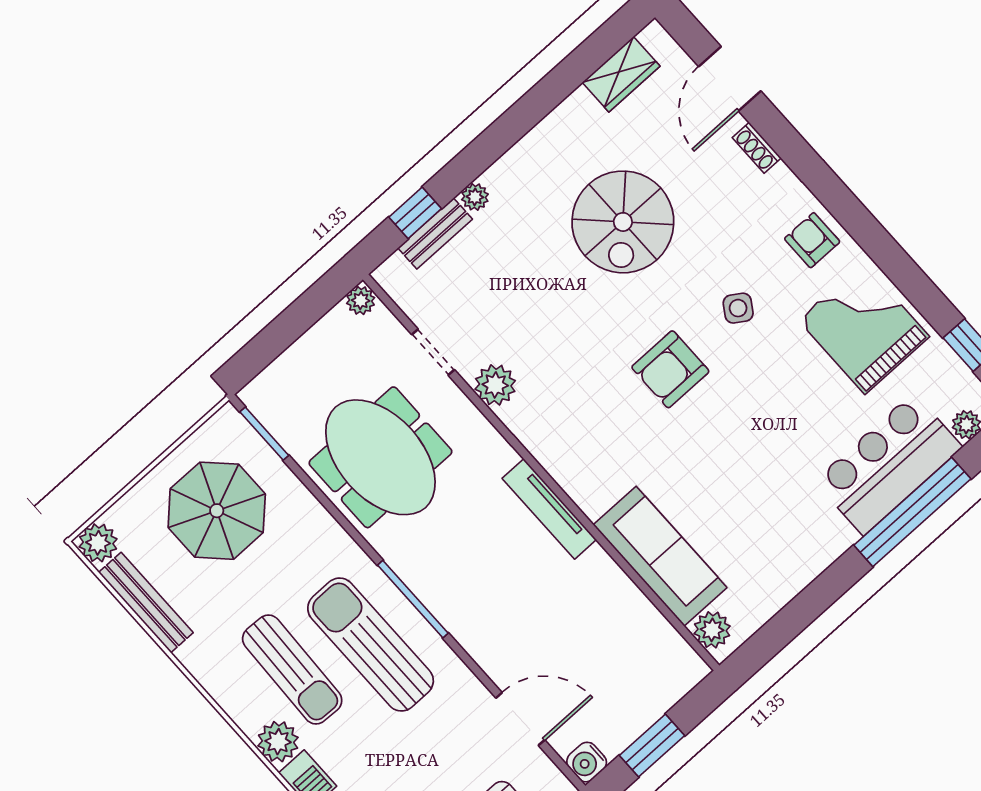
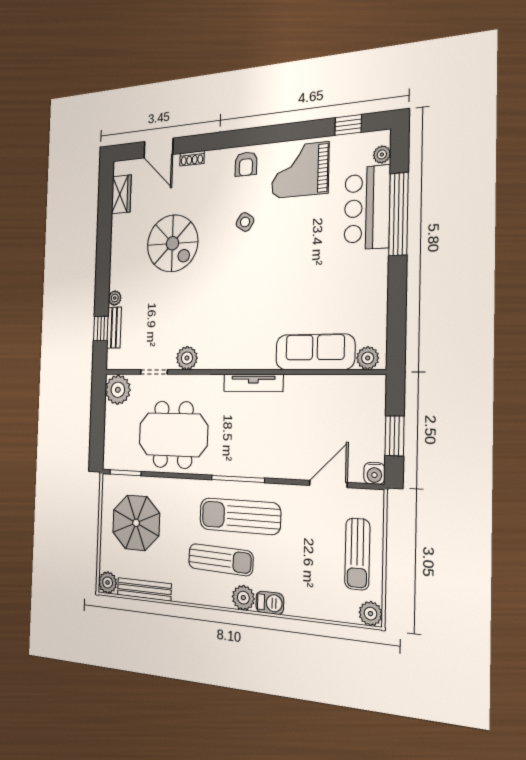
armchair: (812, 240) -> (246, 164), turned -90
plant: (361, 301) -> (118, 390), width x1.87, depth x1.87
armchair: (670, 369) -> (244, 275), removed

